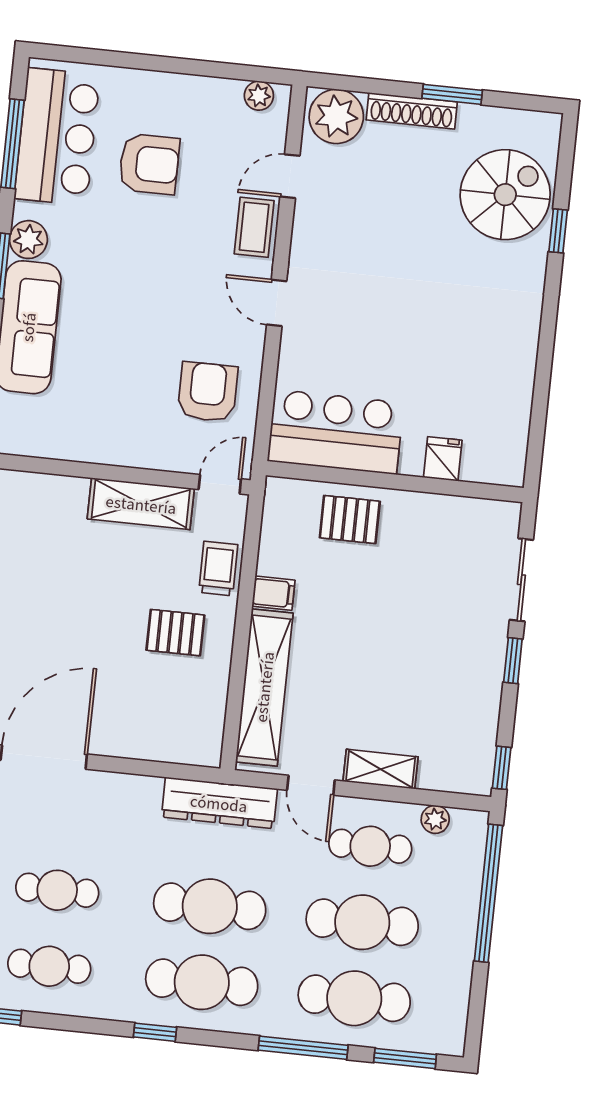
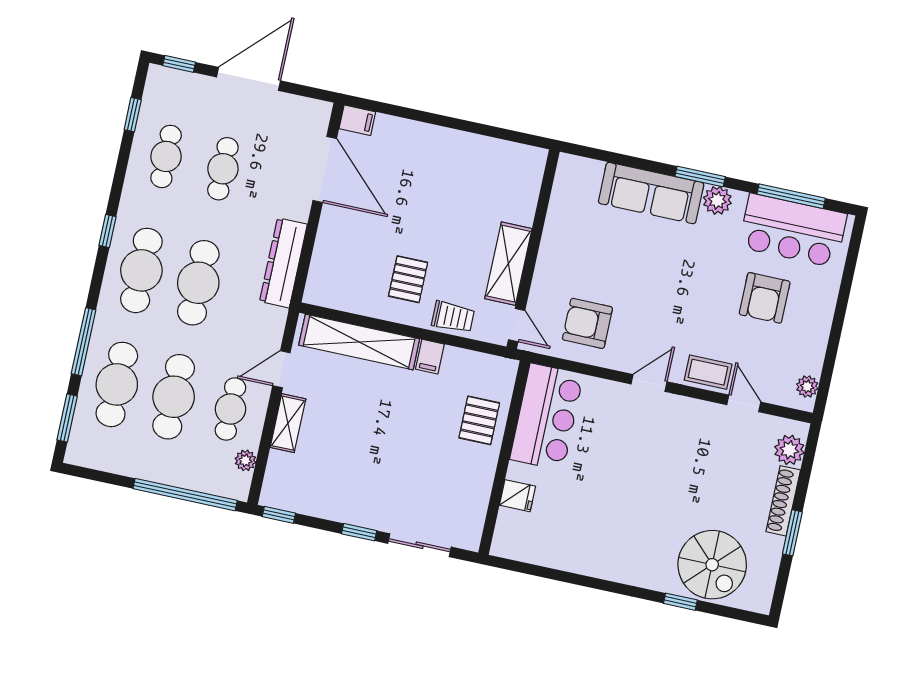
plant: (336, 116) -> (789, 450), width x0.73, depth x0.73
armchair: (208, 392) -> (587, 323), turned 180
dresser: (219, 803) -> (283, 263), moved

